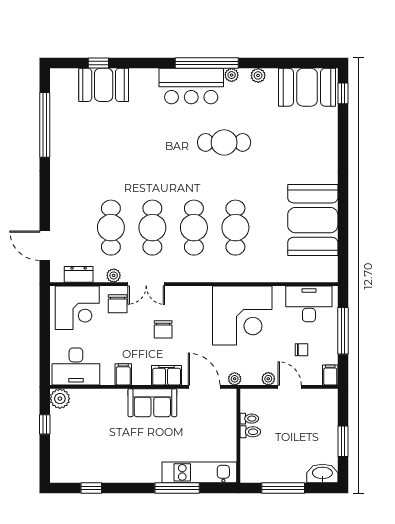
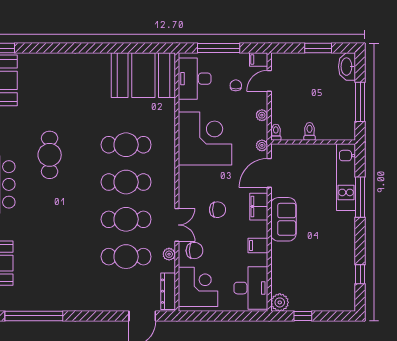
booth: (313, 220) -> (143, 75), moved
dresser: (79, 274) -> (168, 291), width x1.44
door: (290, 387) -> (269, 81), moved
toilet: (249, 419) -> (276, 132), moved

